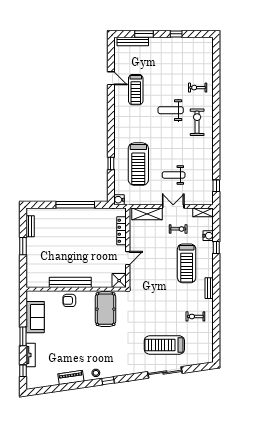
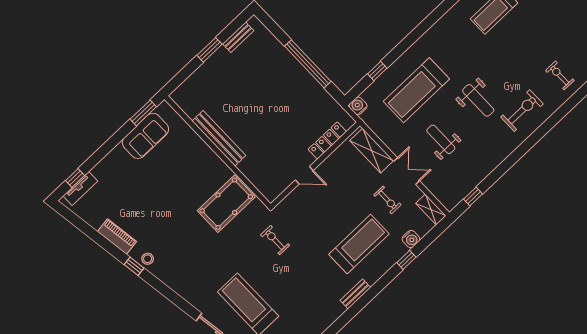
weight bench: (171, 110) -> (478, 100), moved, turned 180
window: (111, 164) -> (377, 71), moved
treadmill: (187, 263) -> (359, 244), turned 180
shower: (119, 281) -> (271, 189), removed
armchair: (69, 300) -> (198, 156), removed
exercise bike: (195, 316) -> (275, 240), moved
window: (23, 336) -> (143, 113), moved
tv unit: (31, 355) -> (80, 189), moved
window: (108, 381) -> (134, 266), moved

